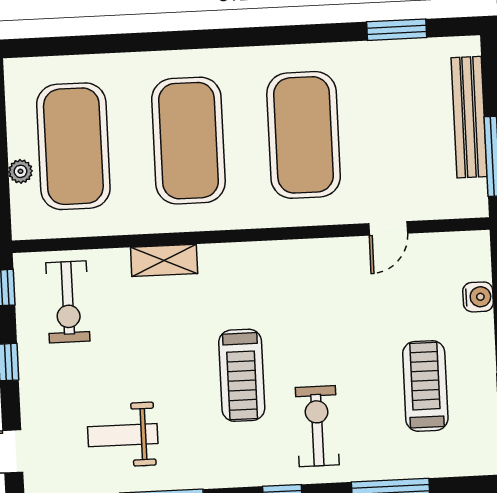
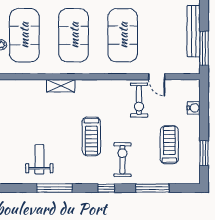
door: (388, 228) -> (157, 77), hinge flipped
exercise bike: (68, 302) -> (139, 100), moved
weight bench: (123, 435) -> (39, 159), turned 90

